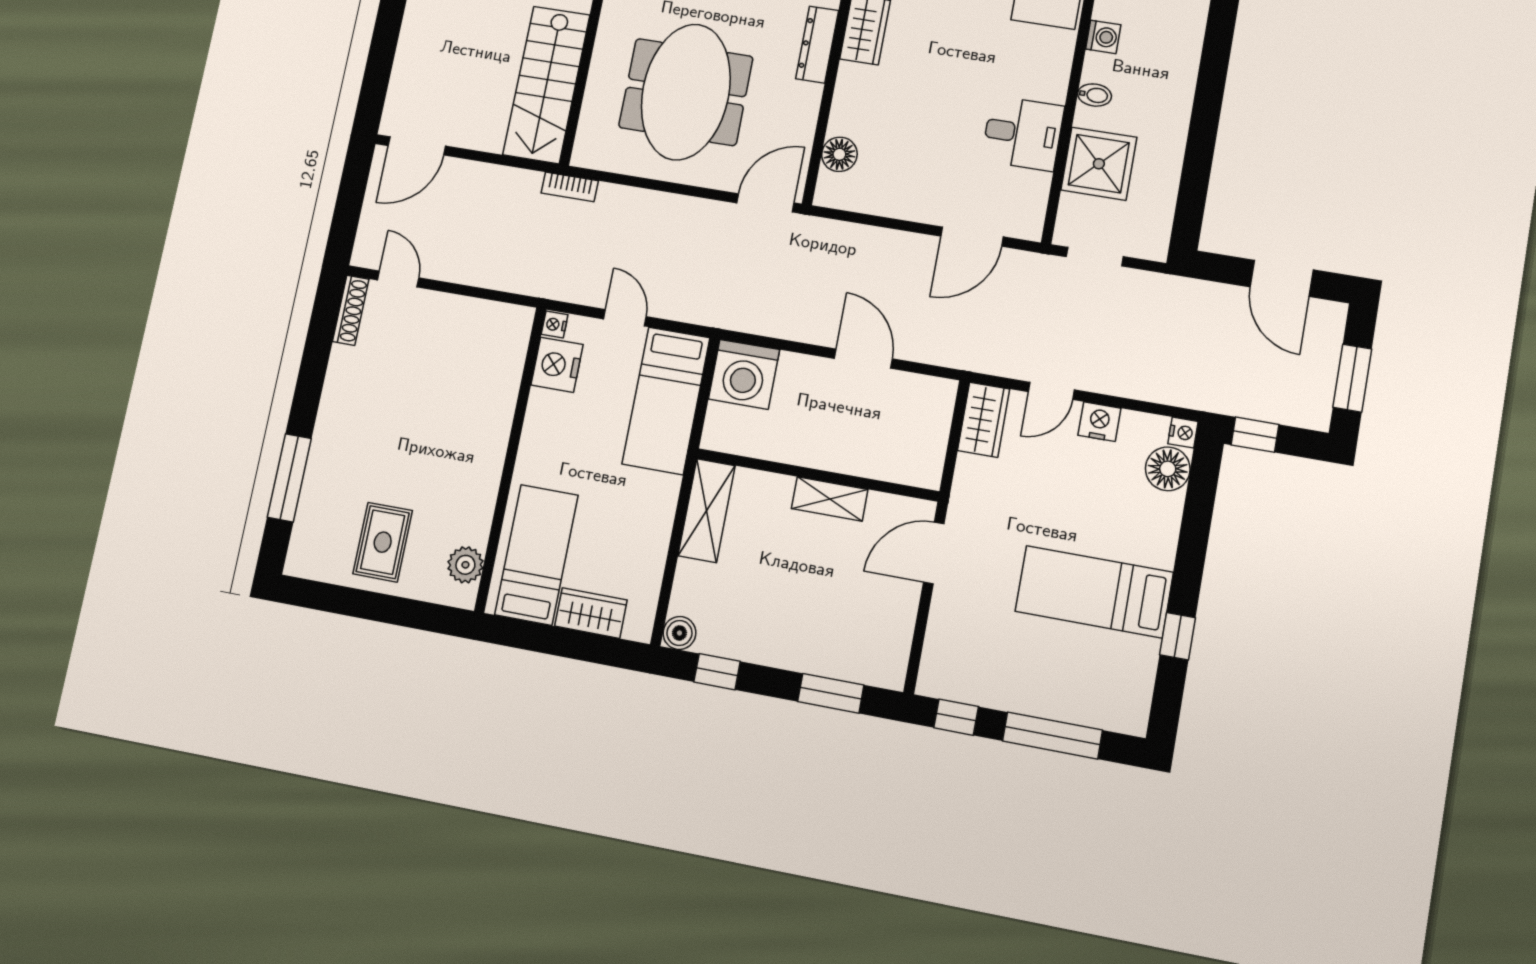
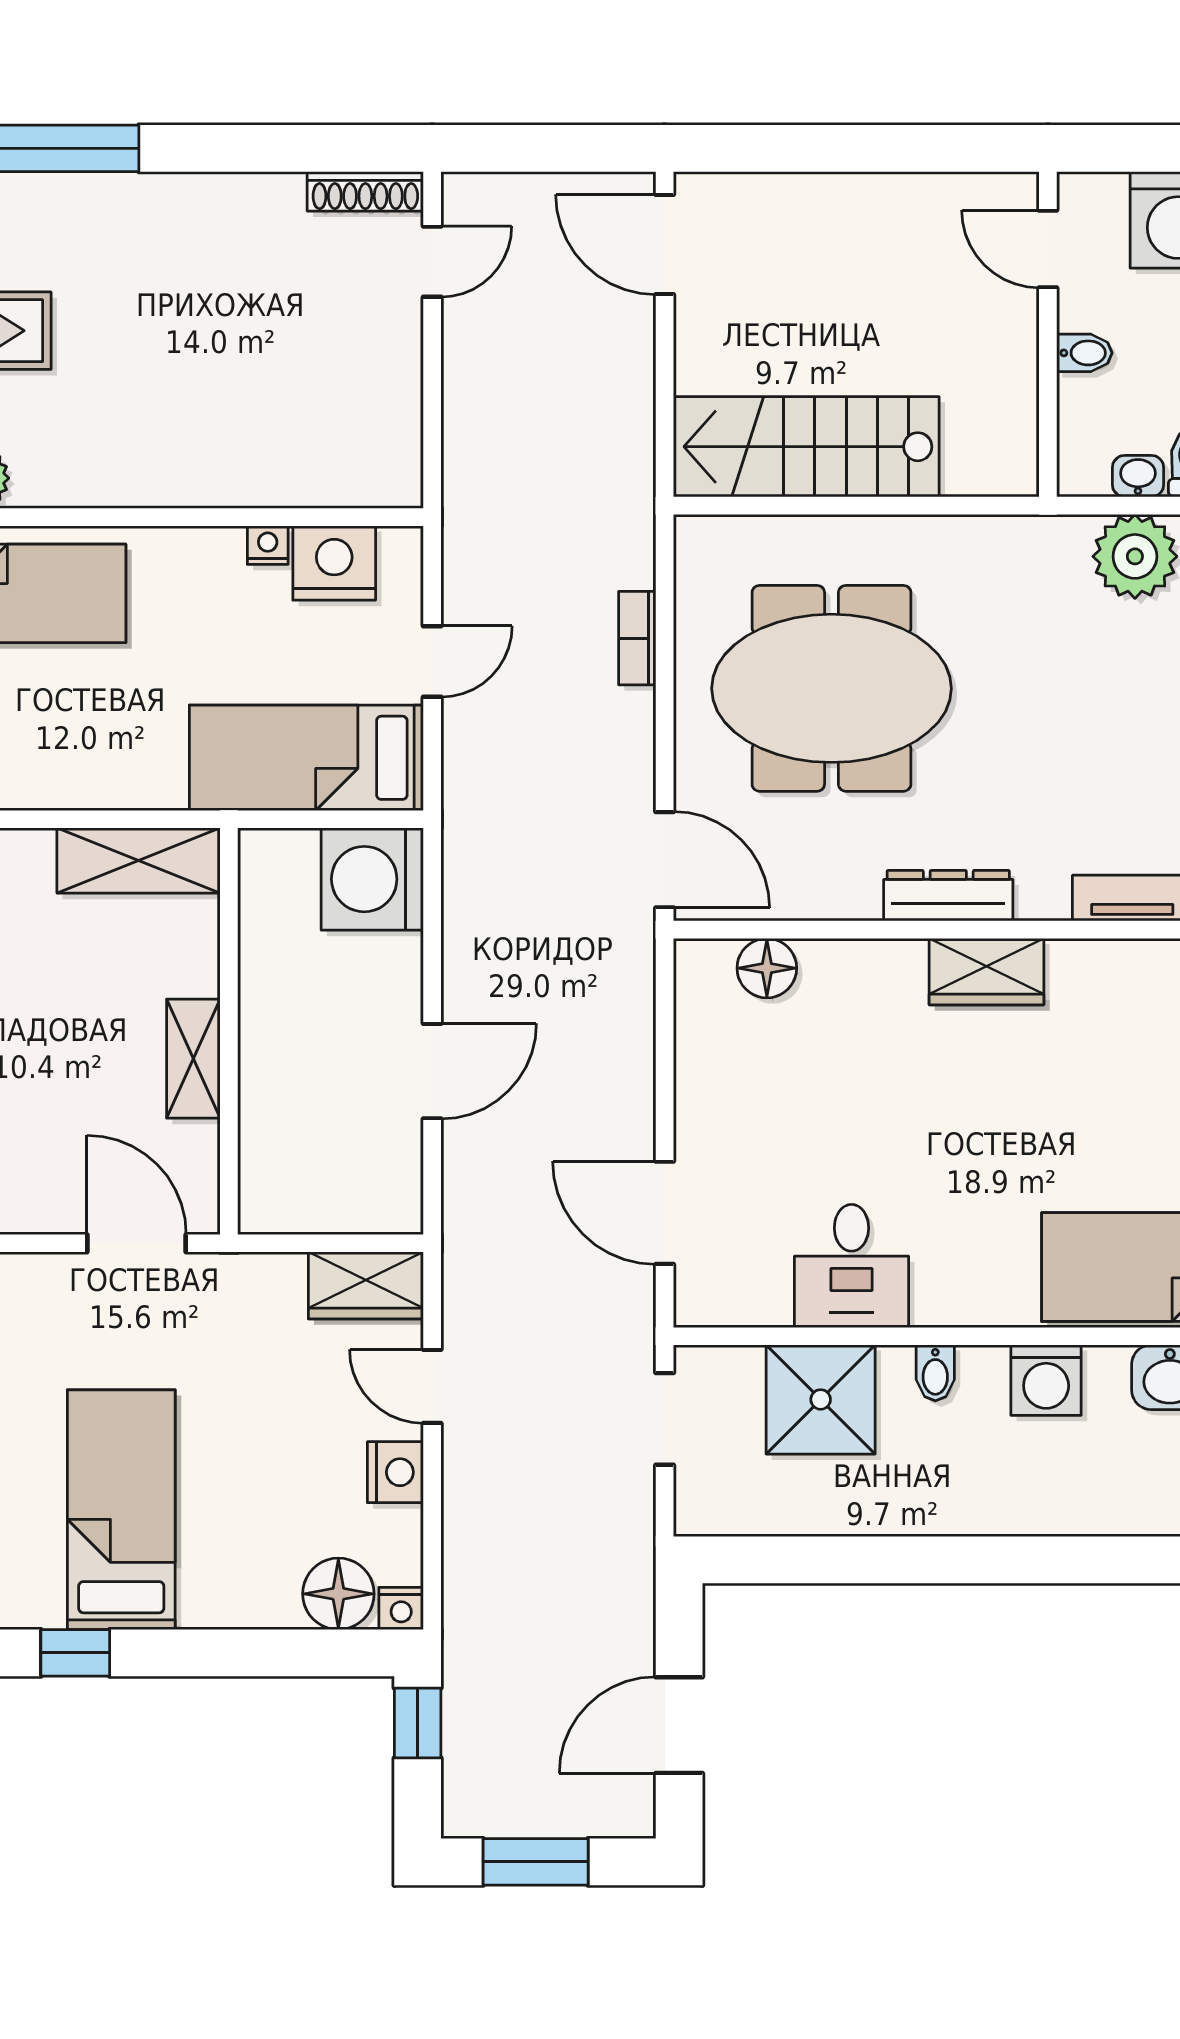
washing machine: (1103, 37) -> (1046, 1380), width x1.38, depth x1.38
bookcase: (570, 187) -> (637, 638), moved
nightstand: (555, 325) -> (268, 545), moved

